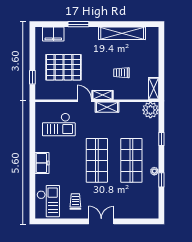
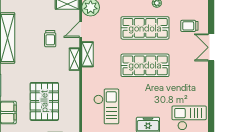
door: (84, 101) -> (81, 29), moved
trolley: (75, 202) -> (189, 26), moved
double door: (101, 221) -> (211, 47), moved

